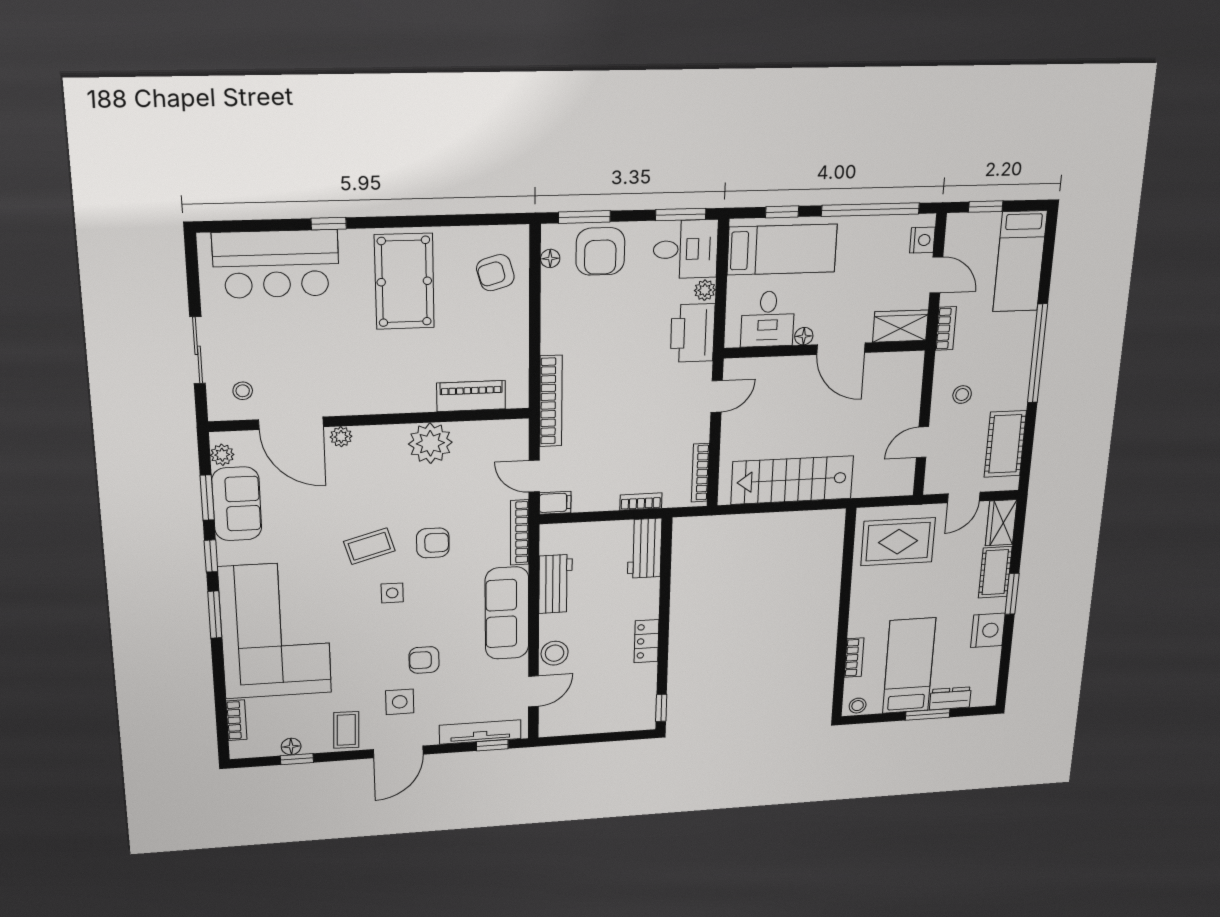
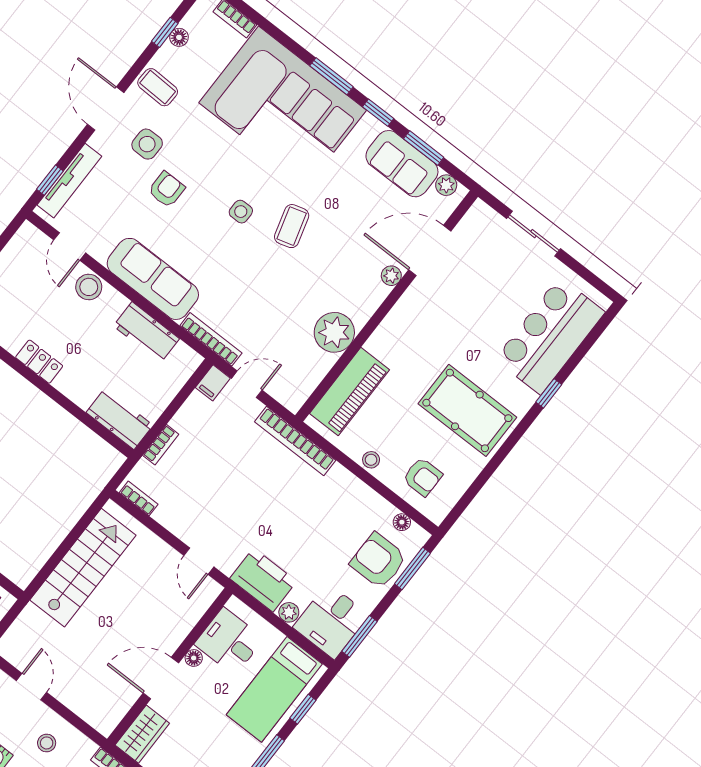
armchair: (495, 273) -> (423, 477), turned 106
stool: (243, 391) -> (371, 460), moved
piano: (471, 396) -> (350, 392), width x1.37, depth x1.33
bookcase: (700, 473) -> (139, 498), width x0.64
armchair: (433, 543) -> (256, 272), removed

